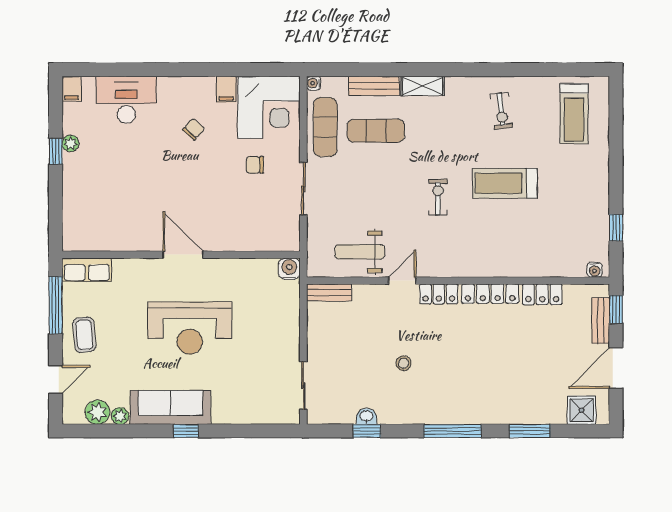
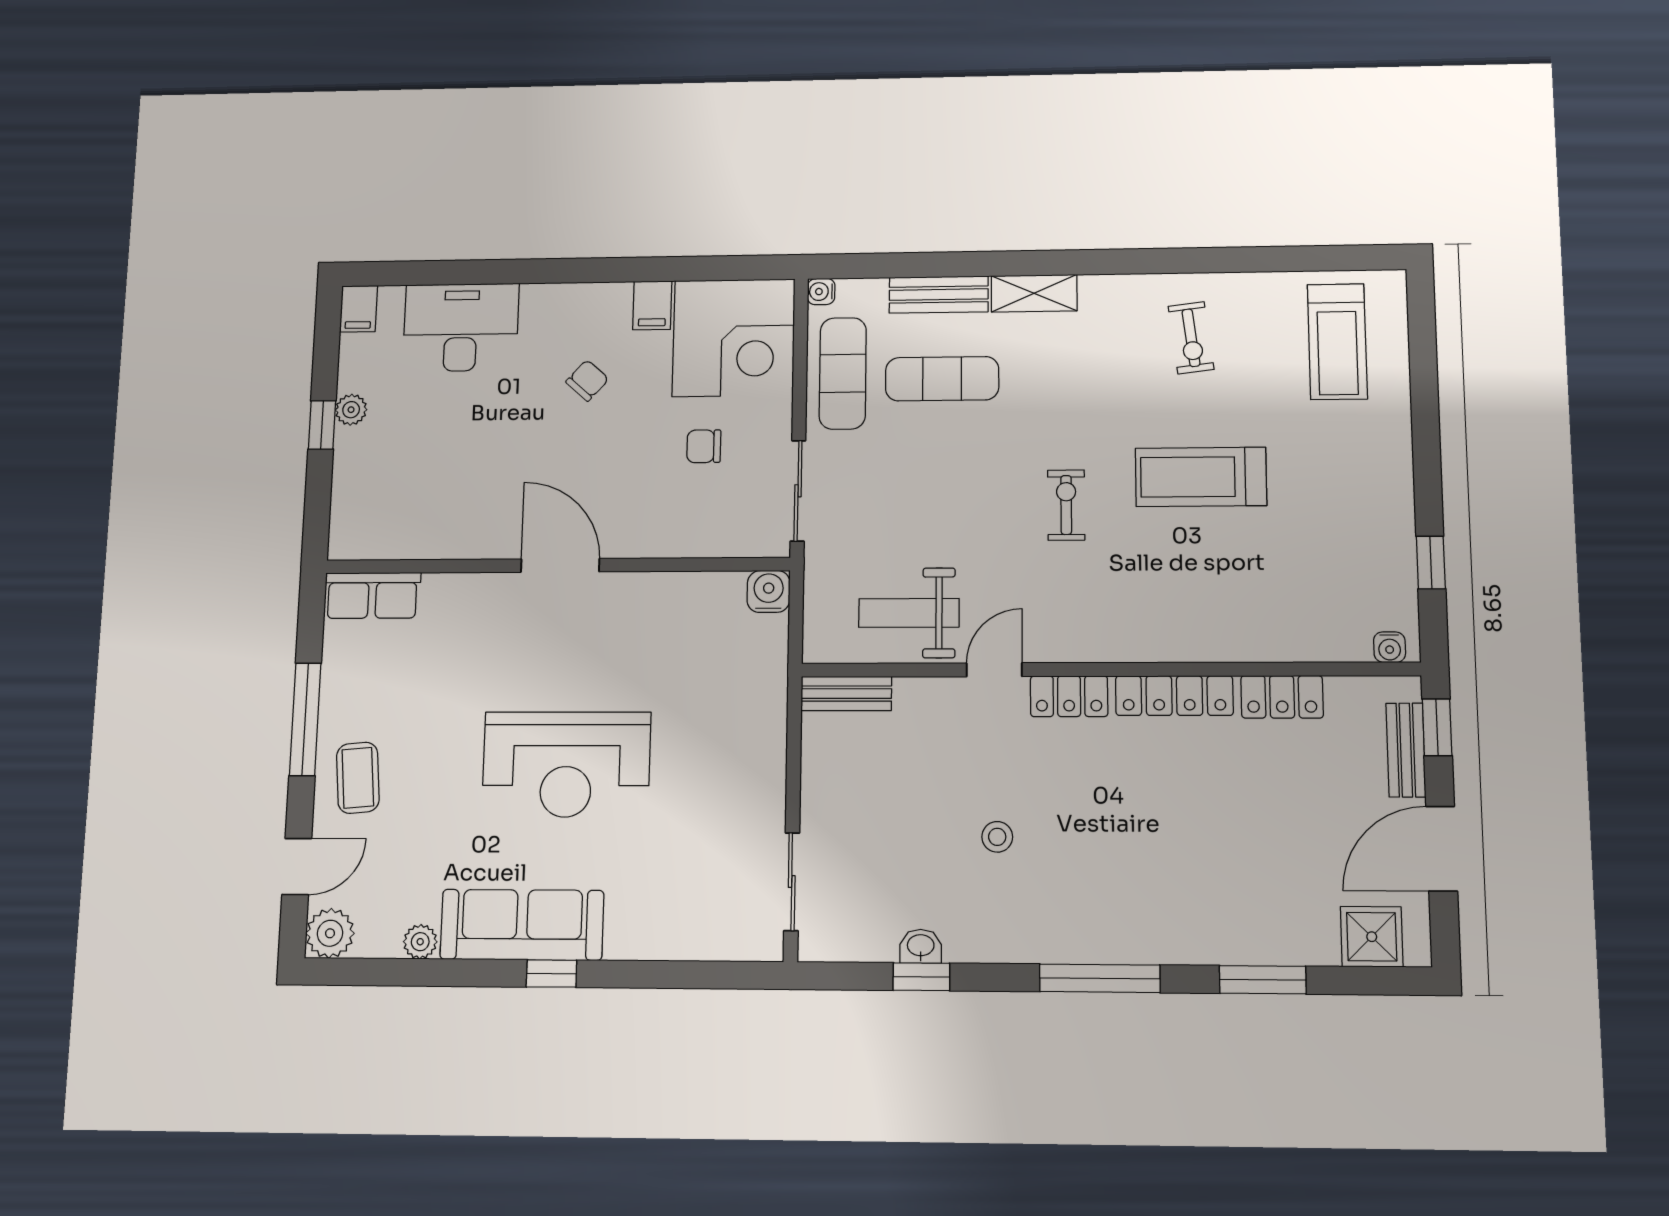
wall: (181, 255) -> (556, 565), moved
door: (183, 255) -> (560, 565), moved
water cooler: (289, 269) -> (769, 591), moved
row of seats: (87, 270) -> (372, 595), moved
plant: (97, 412) -> (330, 933), moved

